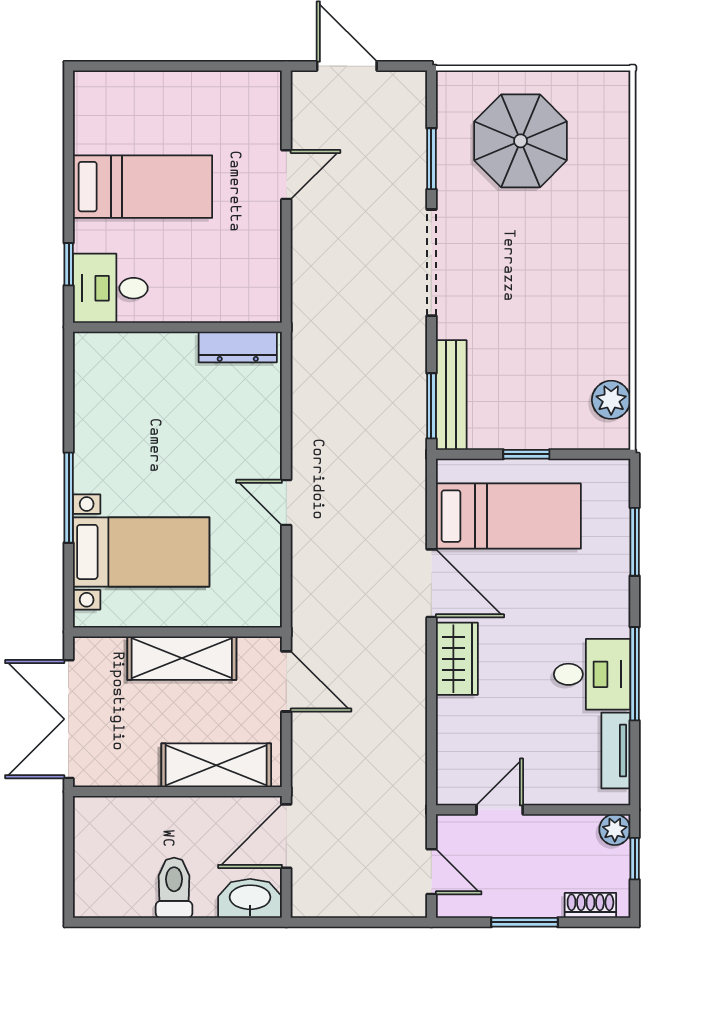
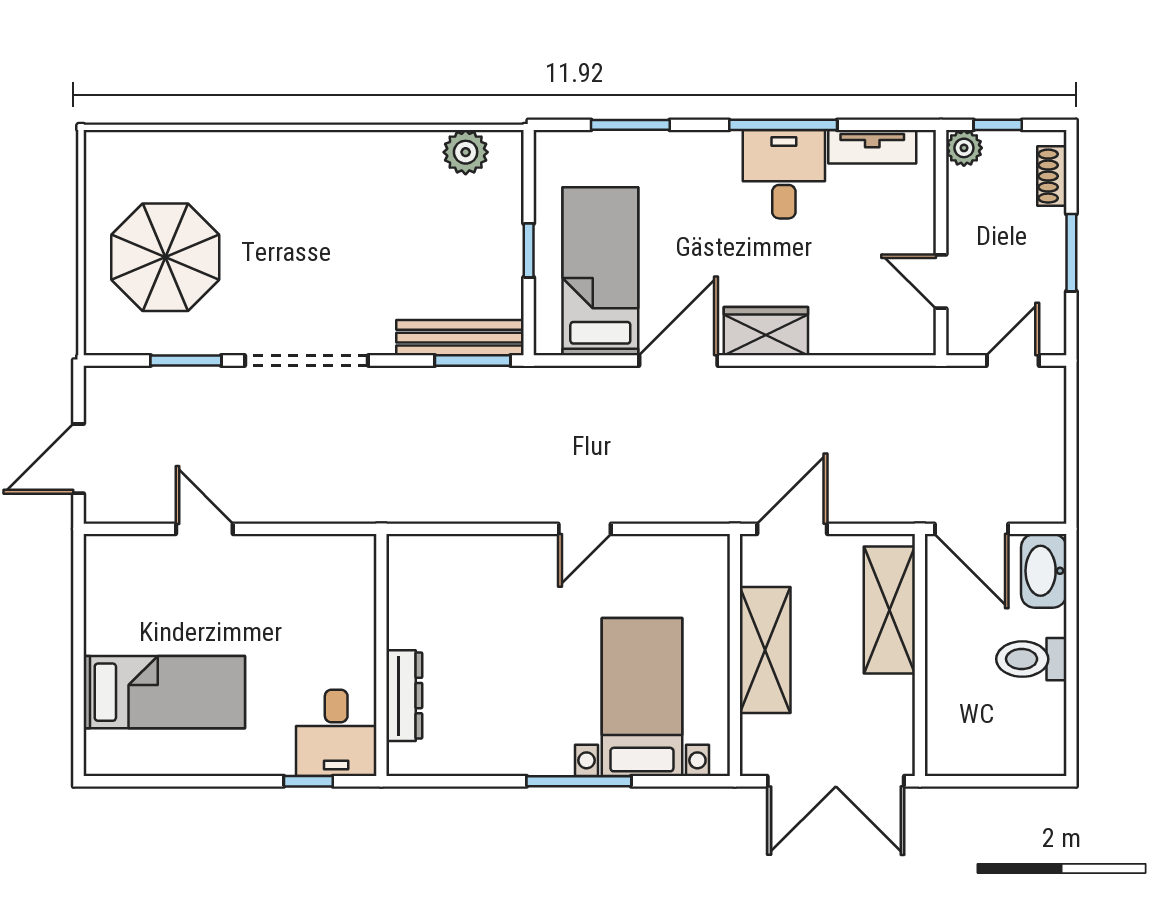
bed: (143, 187) -> (164, 692), moved, turned 90
dresser: (238, 347) -> (404, 696), moved

